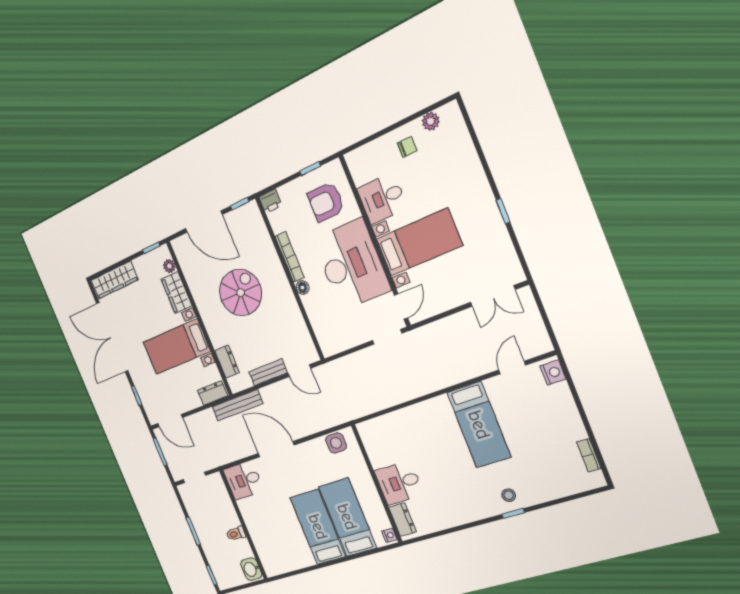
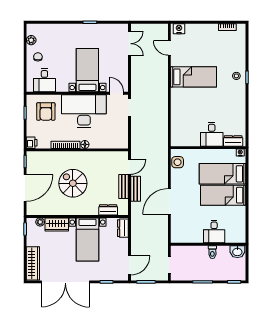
desk: (382, 198) -> (44, 80), moved
bench: (237, 405) -> (136, 189), moved, width x0.73
desk: (244, 480) -> (214, 231), moved

